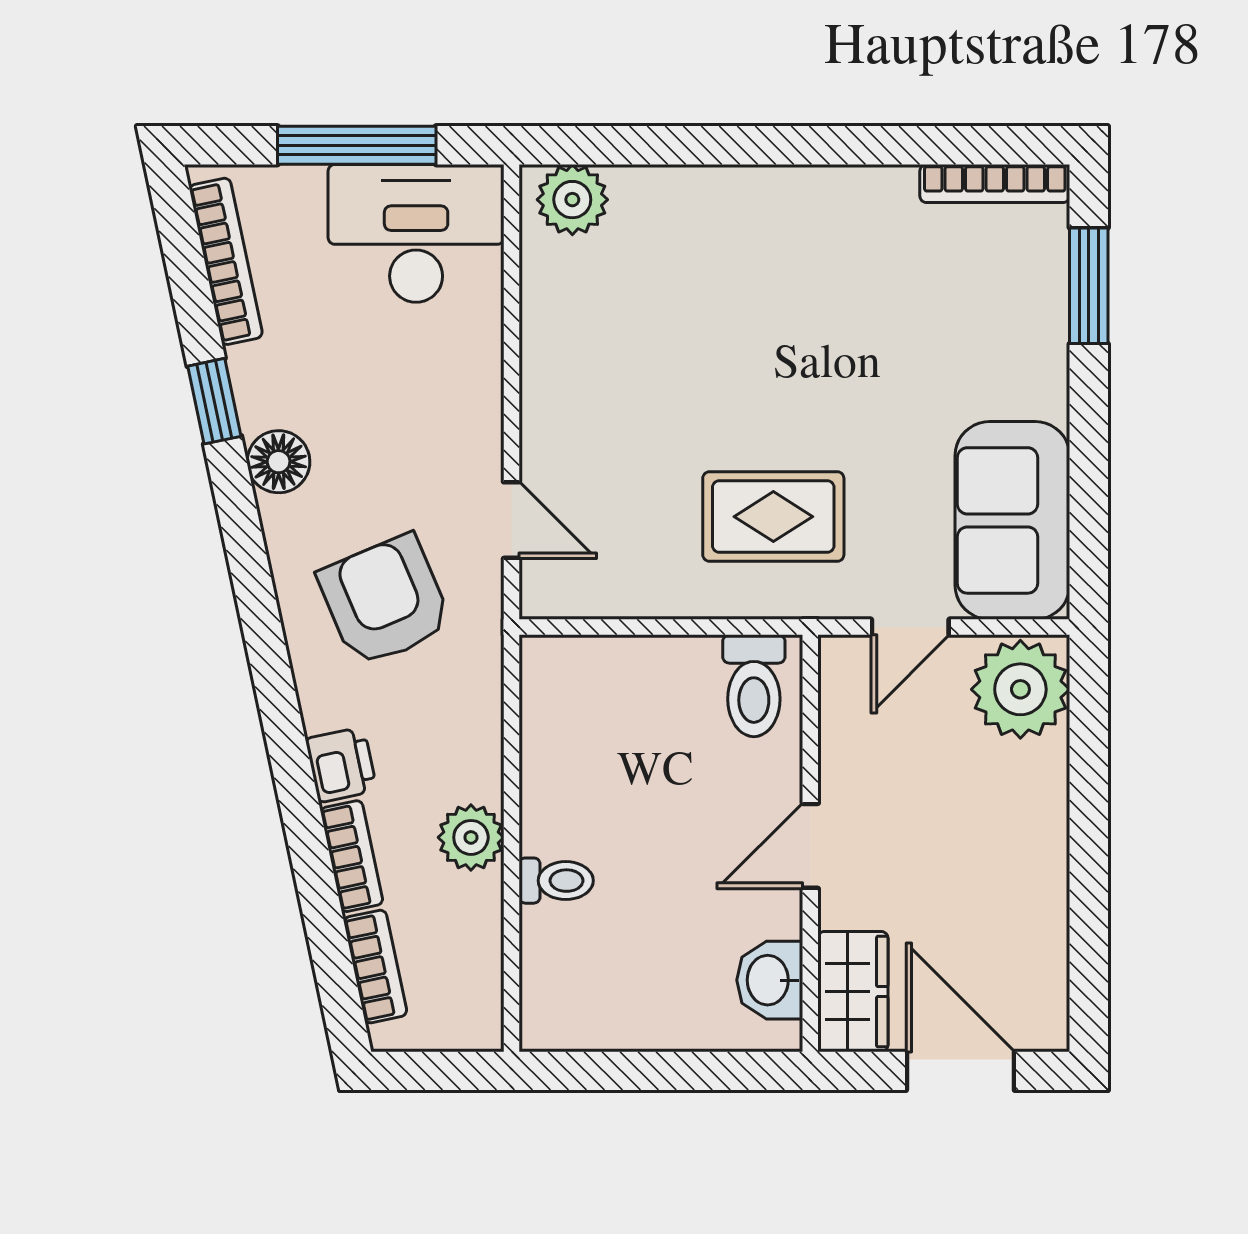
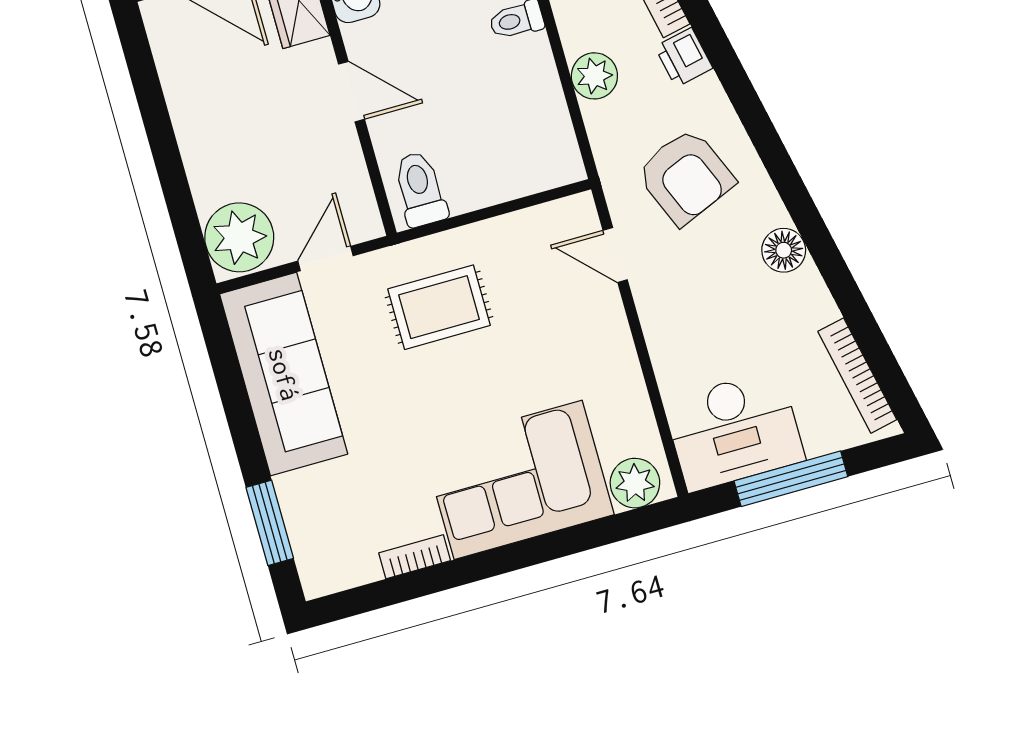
bookcase: (995, 183) -> (415, 557), moved, width x0.64
corner sofa: (731, 249) -> (518, 480), added
window: (214, 401) -> (839, 279), removed
sofa: (1012, 520) -> (284, 374), width x1.36
plant: (471, 837) -> (594, 76), moved
door: (810, 846) -> (352, 92), hinge flipped

